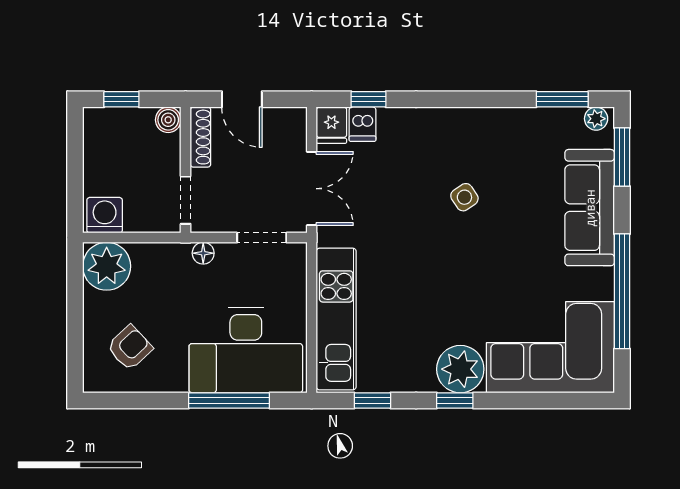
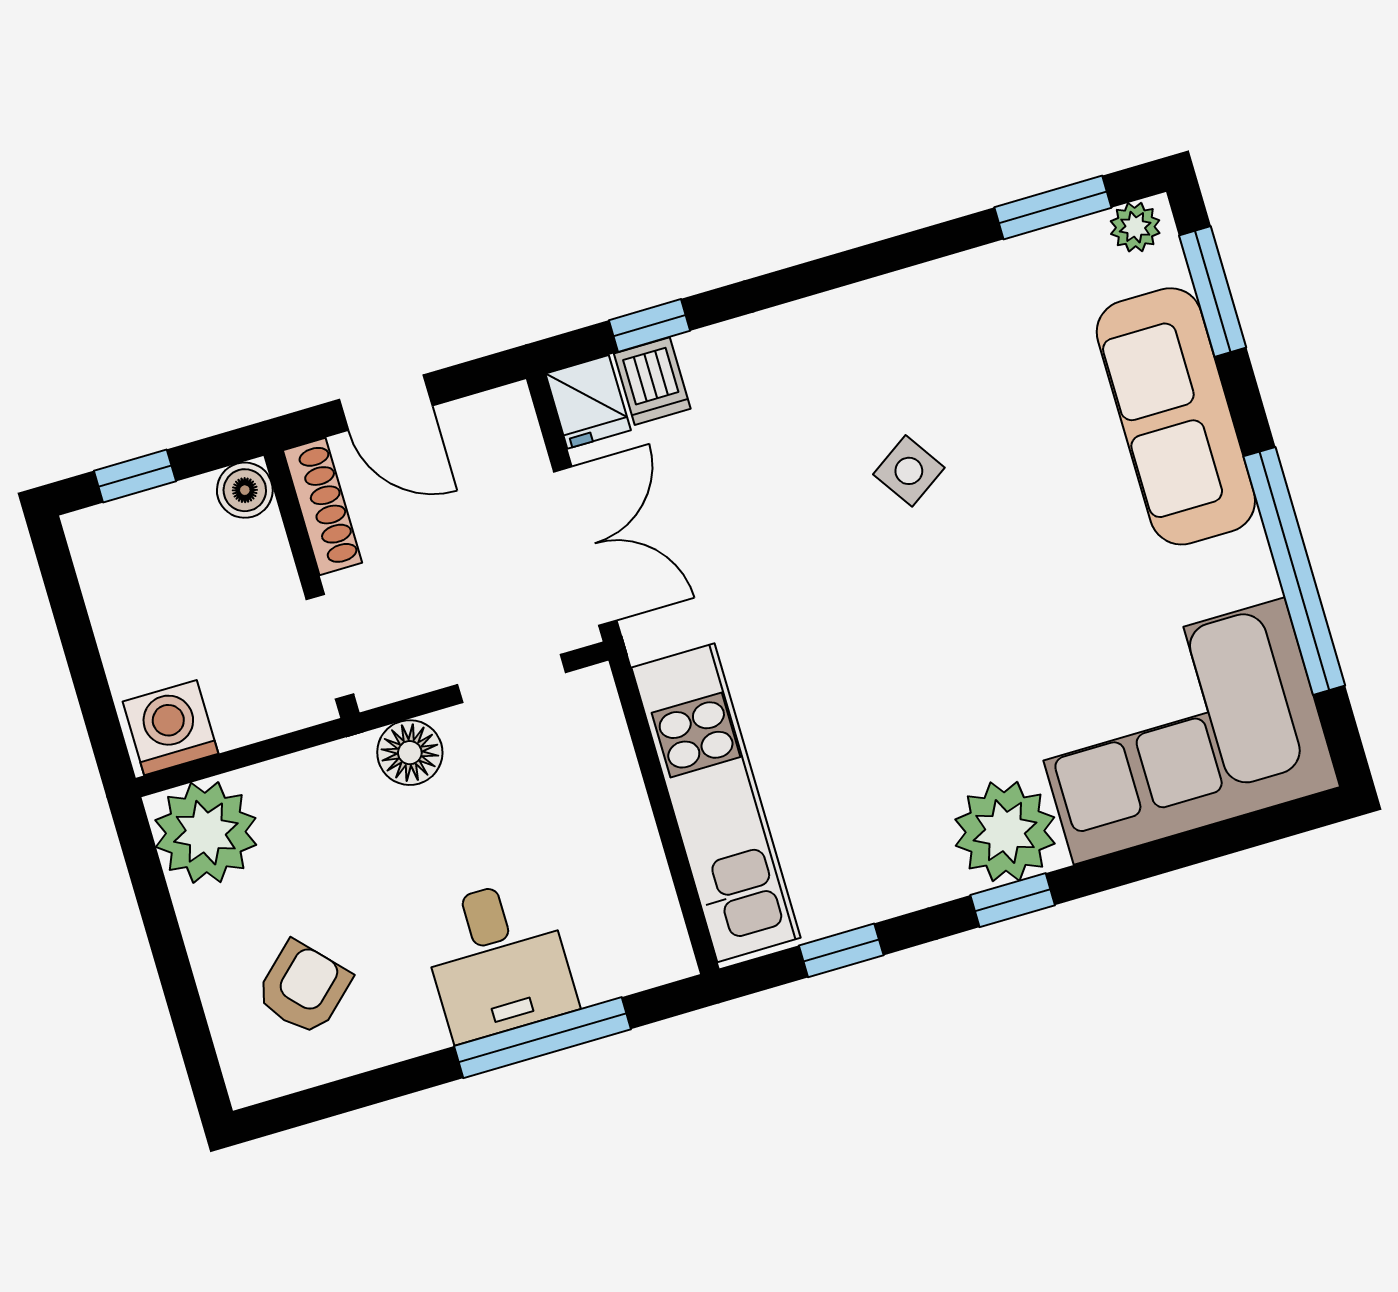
floor lamp: (203, 253) -> (410, 753), width x1.37, depth x1.37
desk: (246, 350) -> (498, 959), width x0.53, depth x0.77

